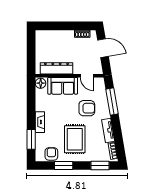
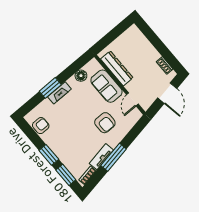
floor lamp: (41, 83) -> (81, 76), moved
window: (112, 101) -> (114, 157), moved
window: (31, 139) -> (50, 88), moved
rug: (75, 139) -> (70, 135), removed
window: (64, 165) -> (49, 155), moved

